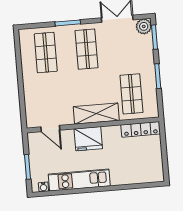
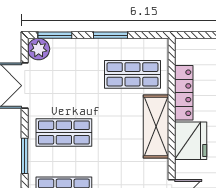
locker: (141, 129) -> (184, 93), moved

